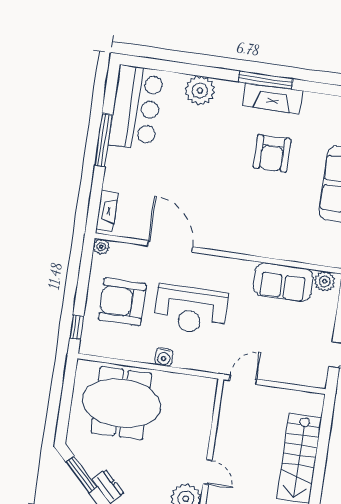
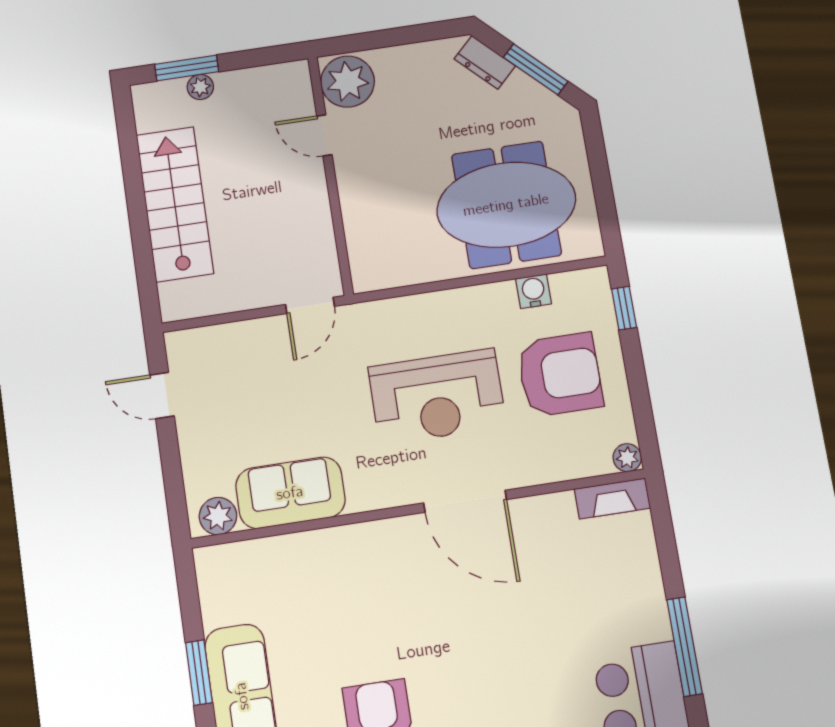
fireplace: (107, 211) -> (612, 498), moved, turned -90
door: (170, 246) -> (465, 501), moved
reception desk: (191, 310) -> (437, 397), turned 180
water cooler: (164, 357) -> (533, 291), moved

